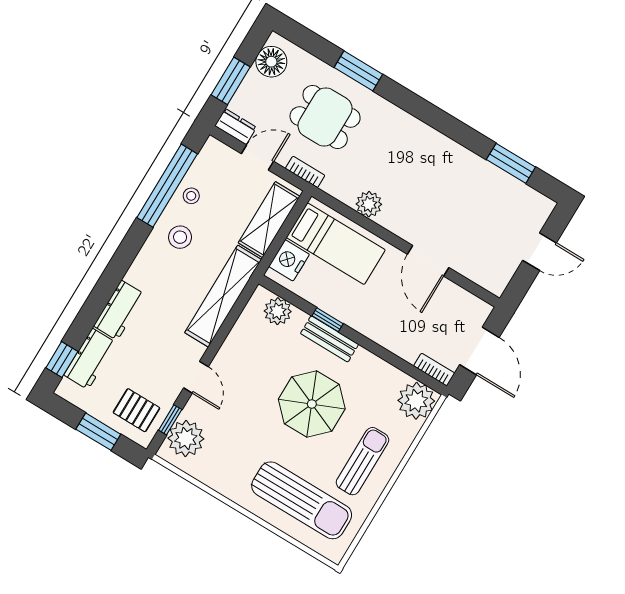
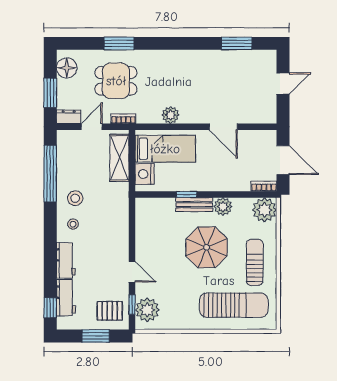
stool: (191, 196) -> (73, 224), moved
shelving: (223, 296) -> (120, 217), removed
plant: (278, 311) -> (223, 207), moved

